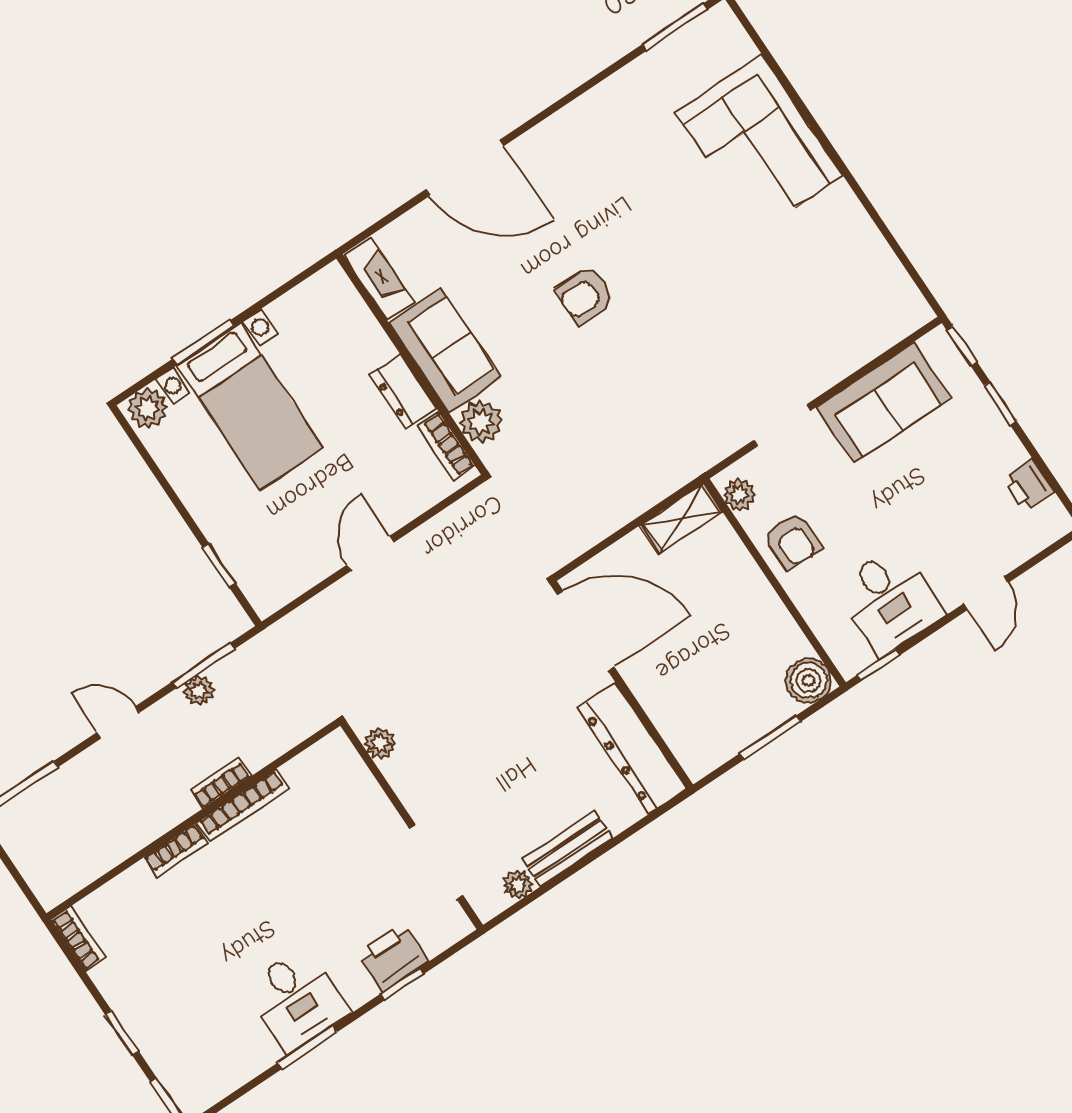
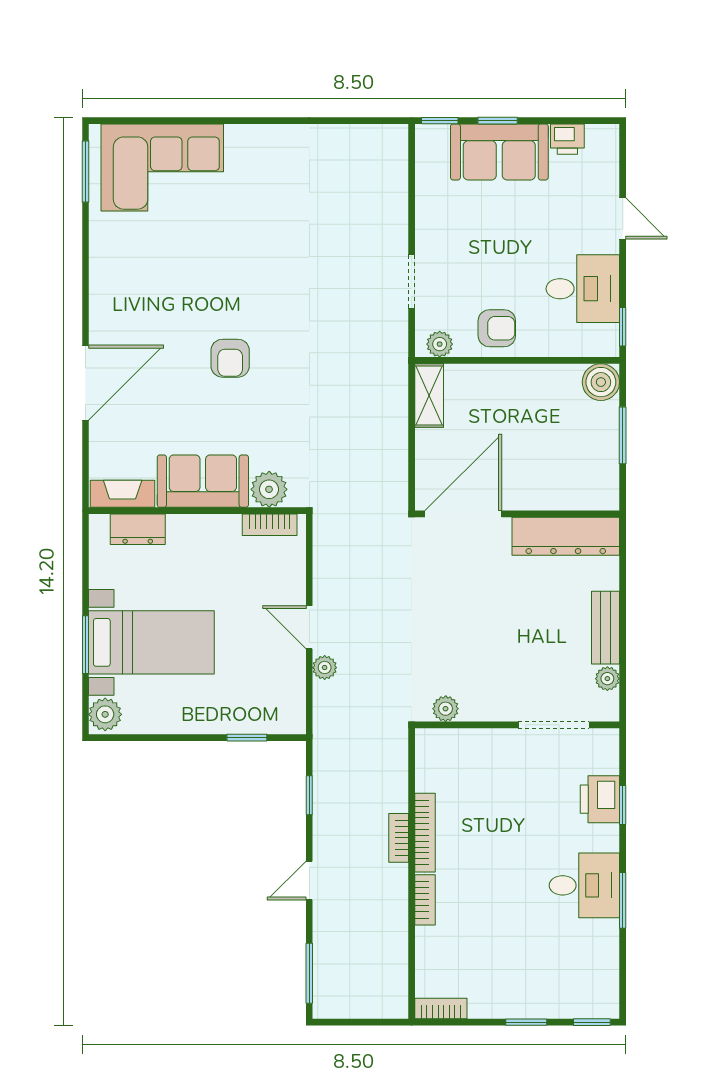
corner sofa: (759, 143) -> (162, 167), moved
dresser: (403, 392) -> (138, 529), moved
sofa: (884, 403) -> (499, 152), moved, turned 90
window: (203, 665) -> (309, 795), width x0.67
plant: (199, 691) -> (325, 668), moved

